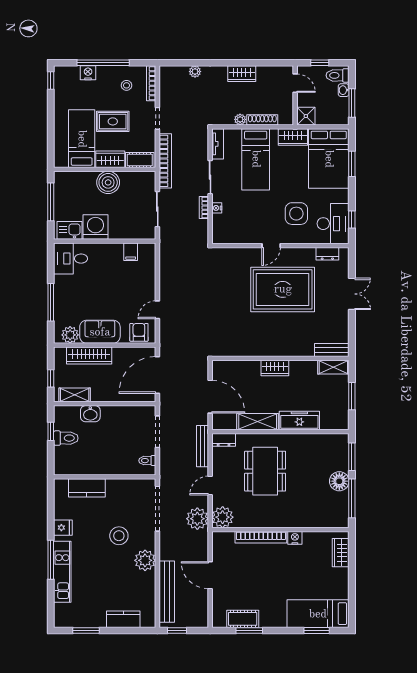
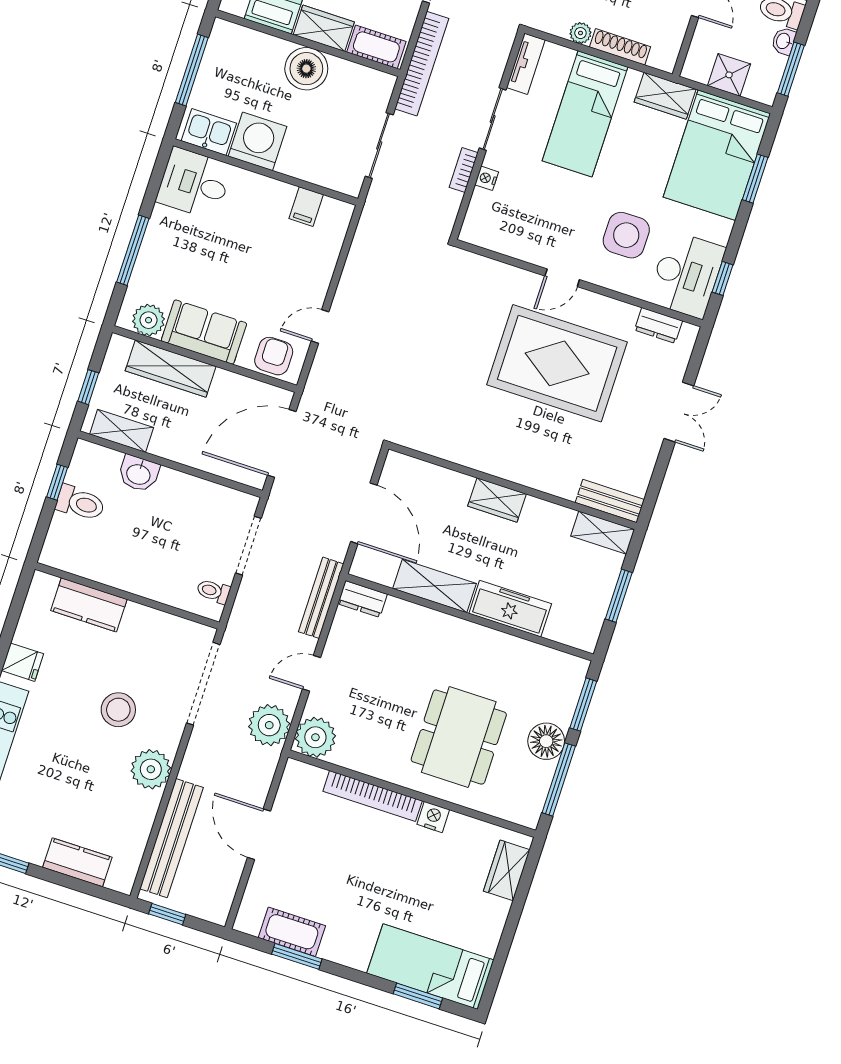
shower: (306, 116) -> (729, 75), moved
dining table: (265, 471) -> (459, 737), moved

